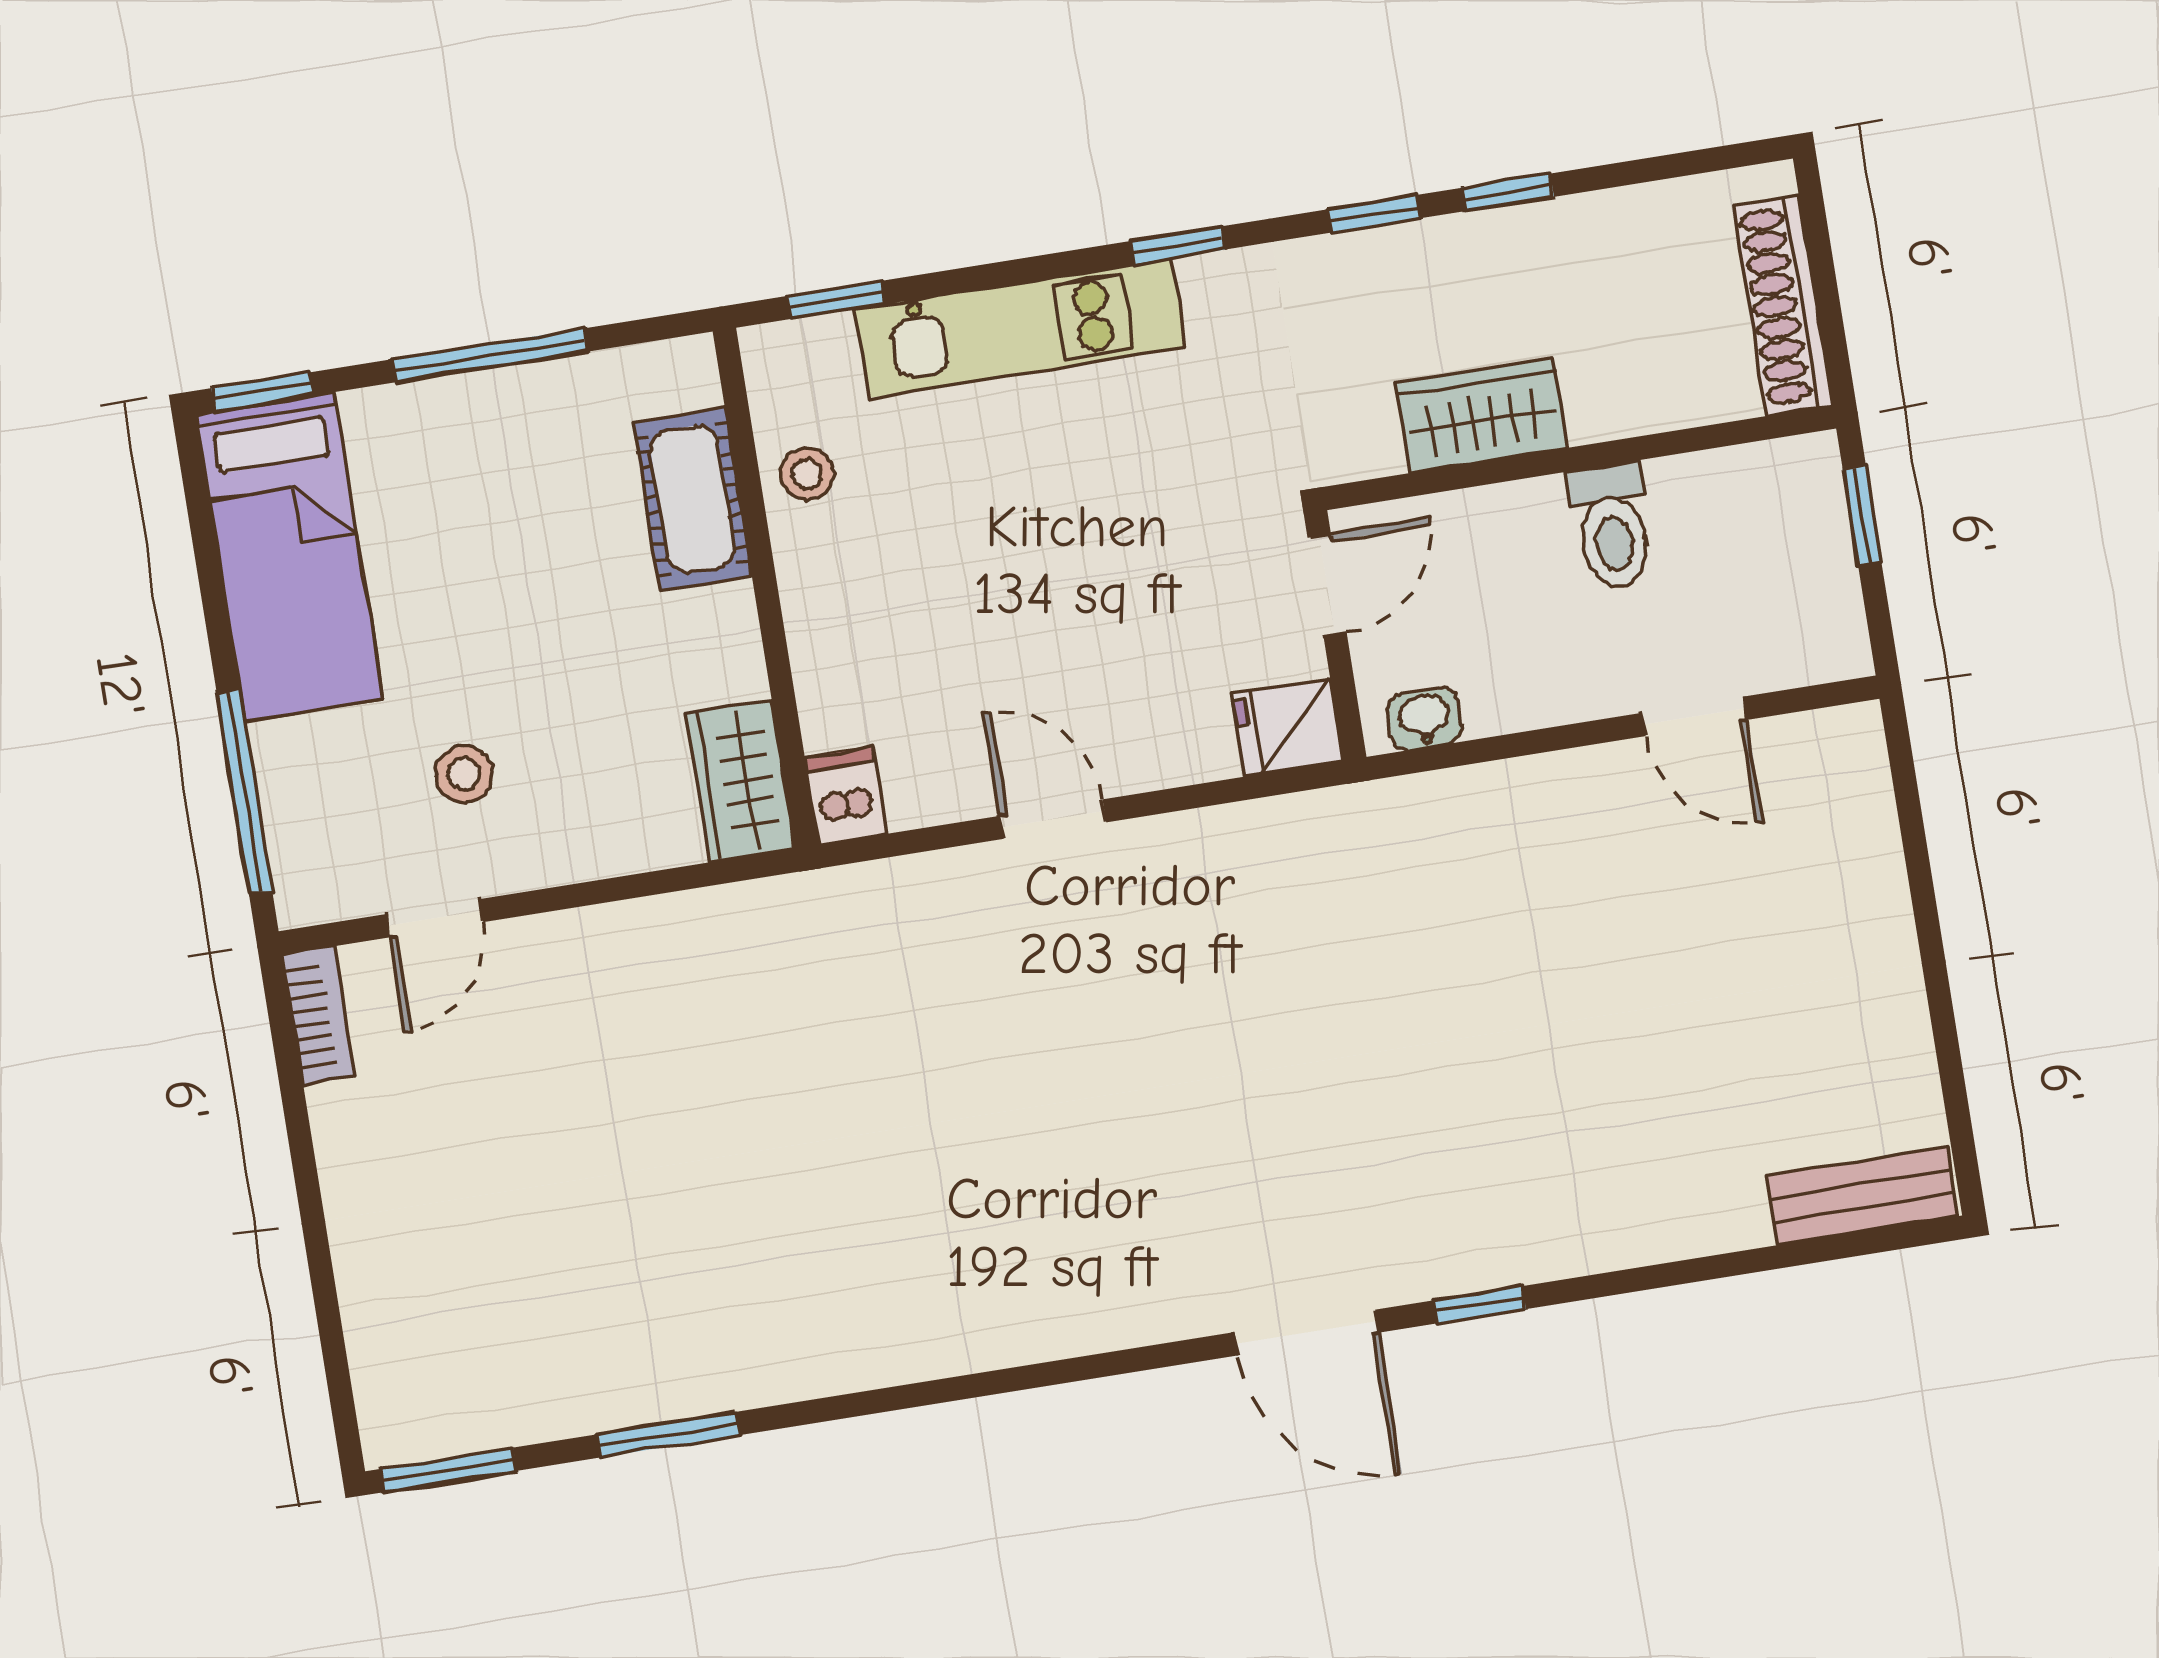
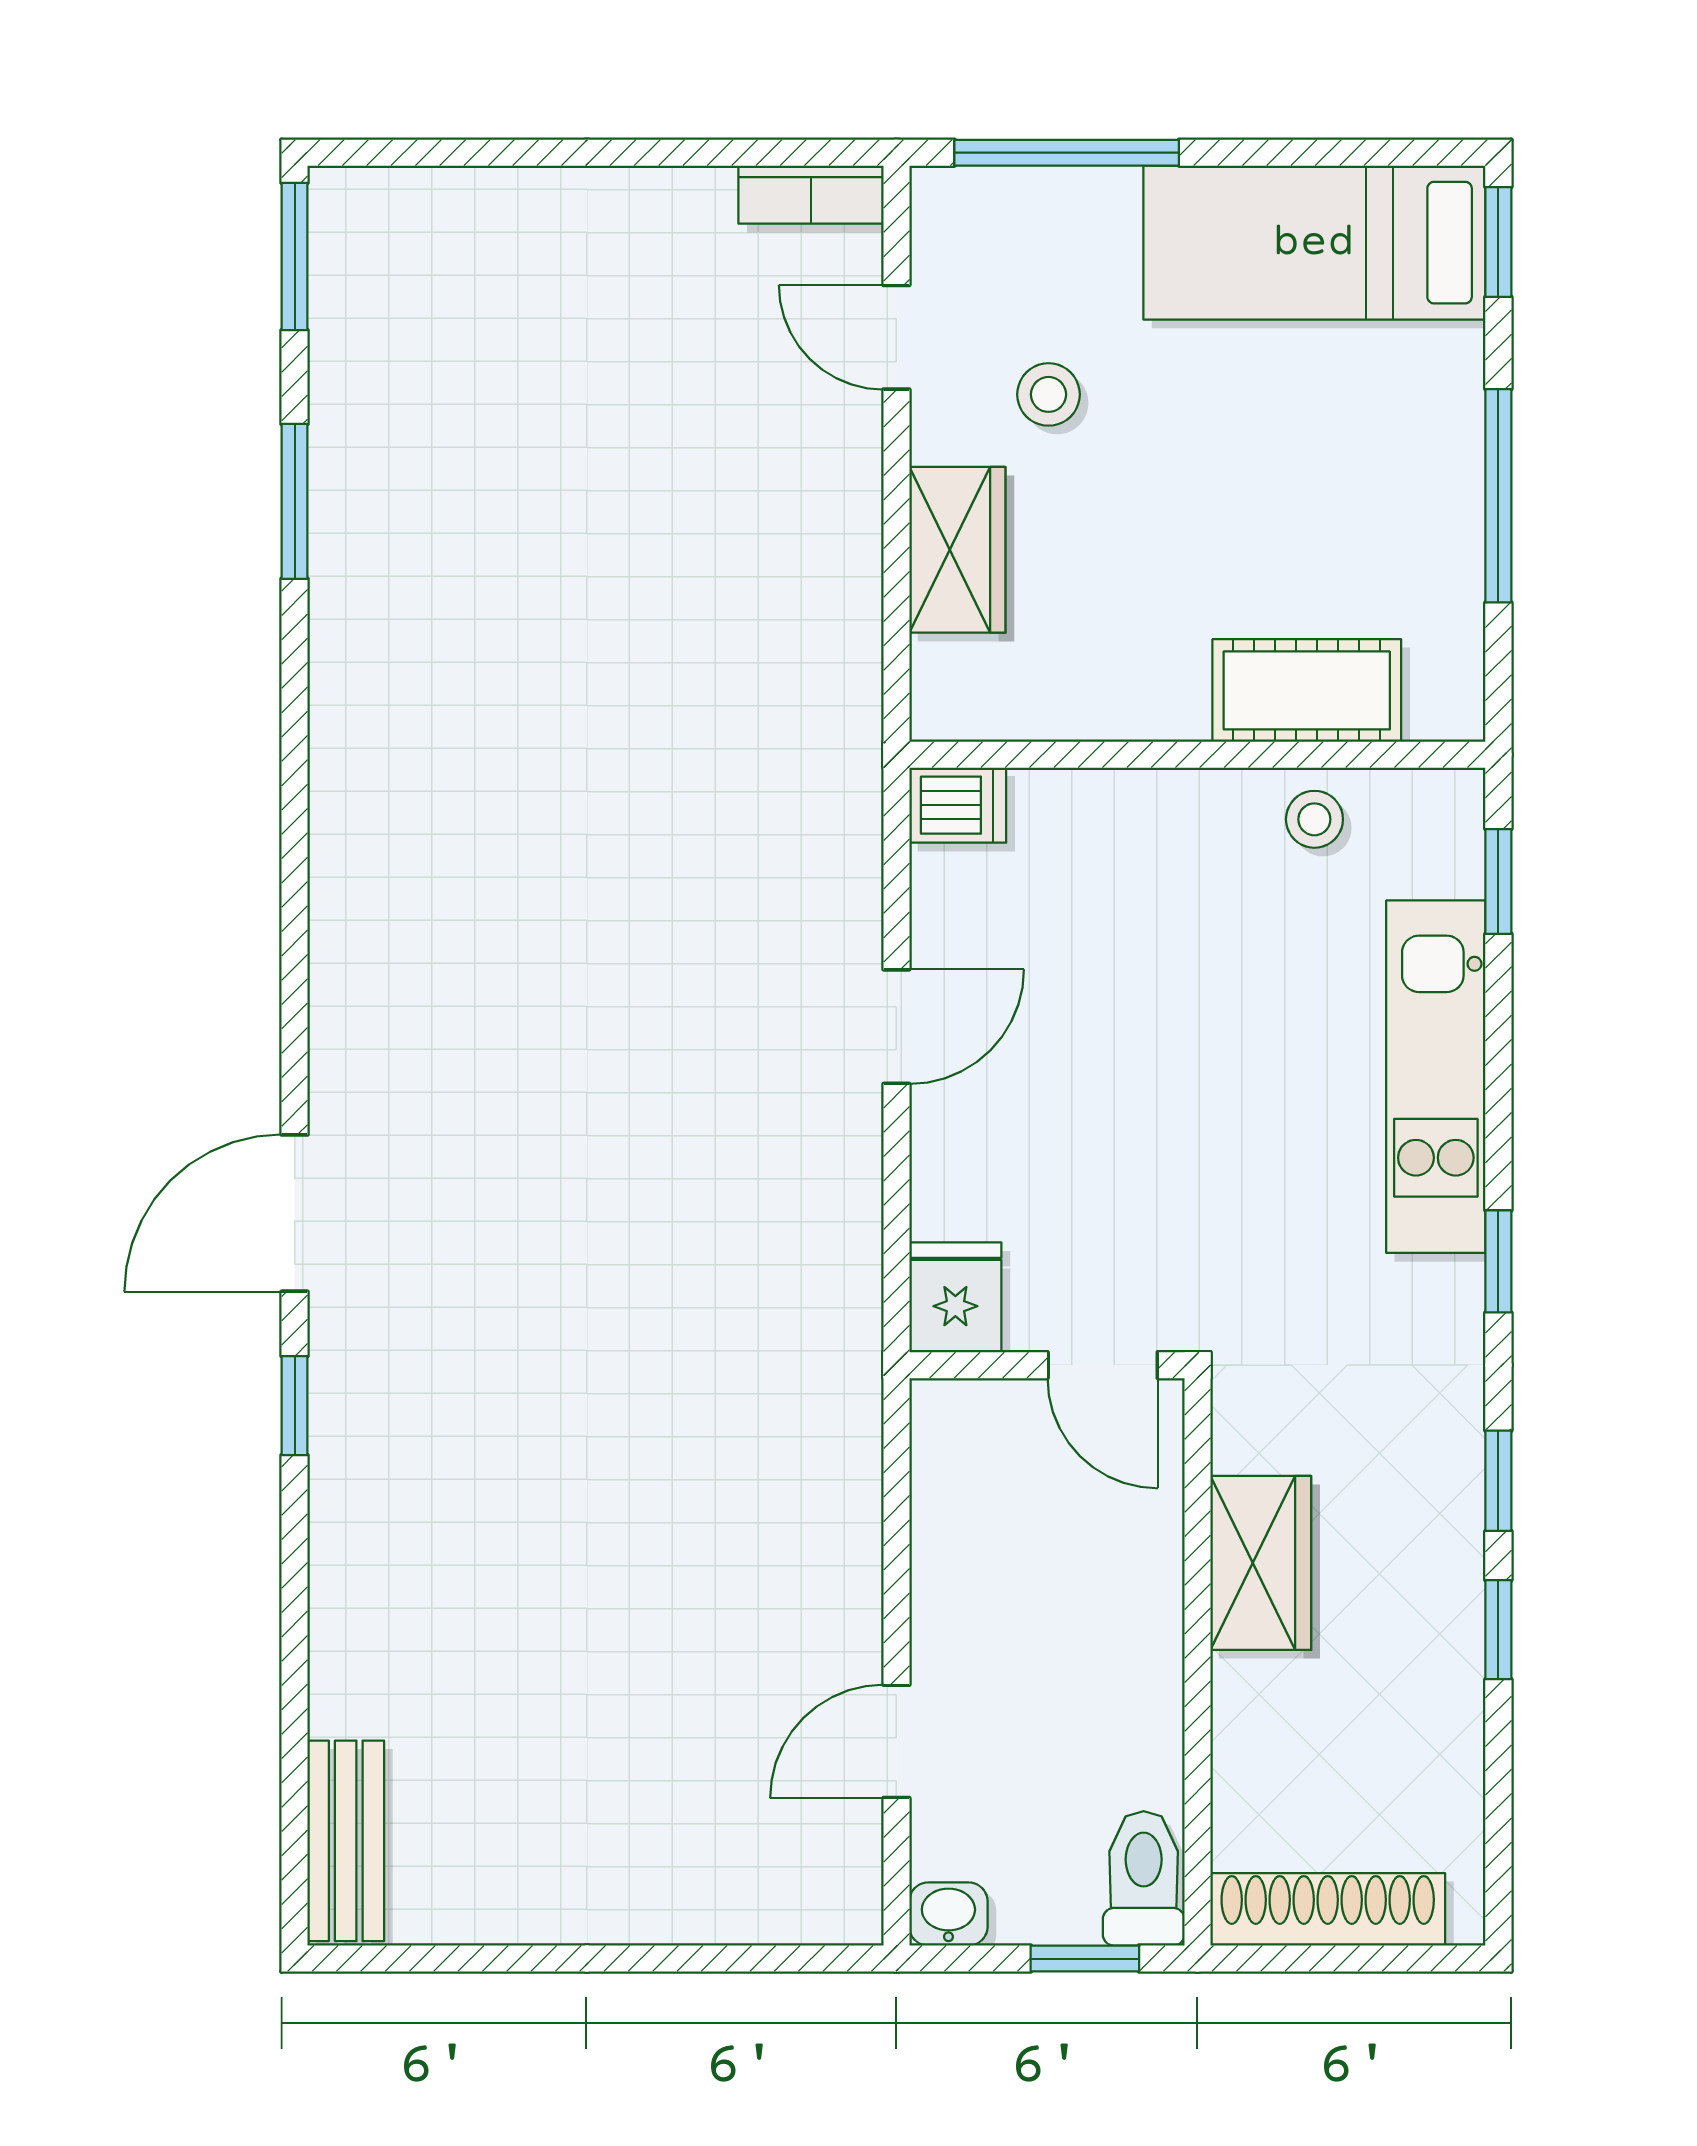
toilet: (1612, 526) -> (1144, 1878), moved, turned 90
washbasin: (1425, 719) -> (948, 1914), moved, turned -90
wardrobe: (741, 781) -> (957, 550), moved, turned 90

